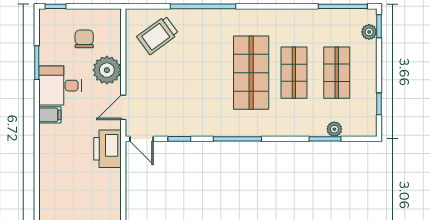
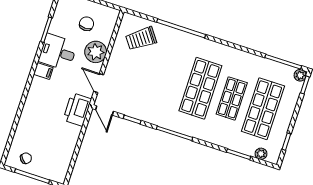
plant: (369, 32) -> (300, 75), moved
shop shelf: (337, 73) -> (263, 109), width x1.43, depth x1.36
door: (123, 107) -> (99, 83), hinge flipped
plant: (334, 129) -> (261, 154), moved

